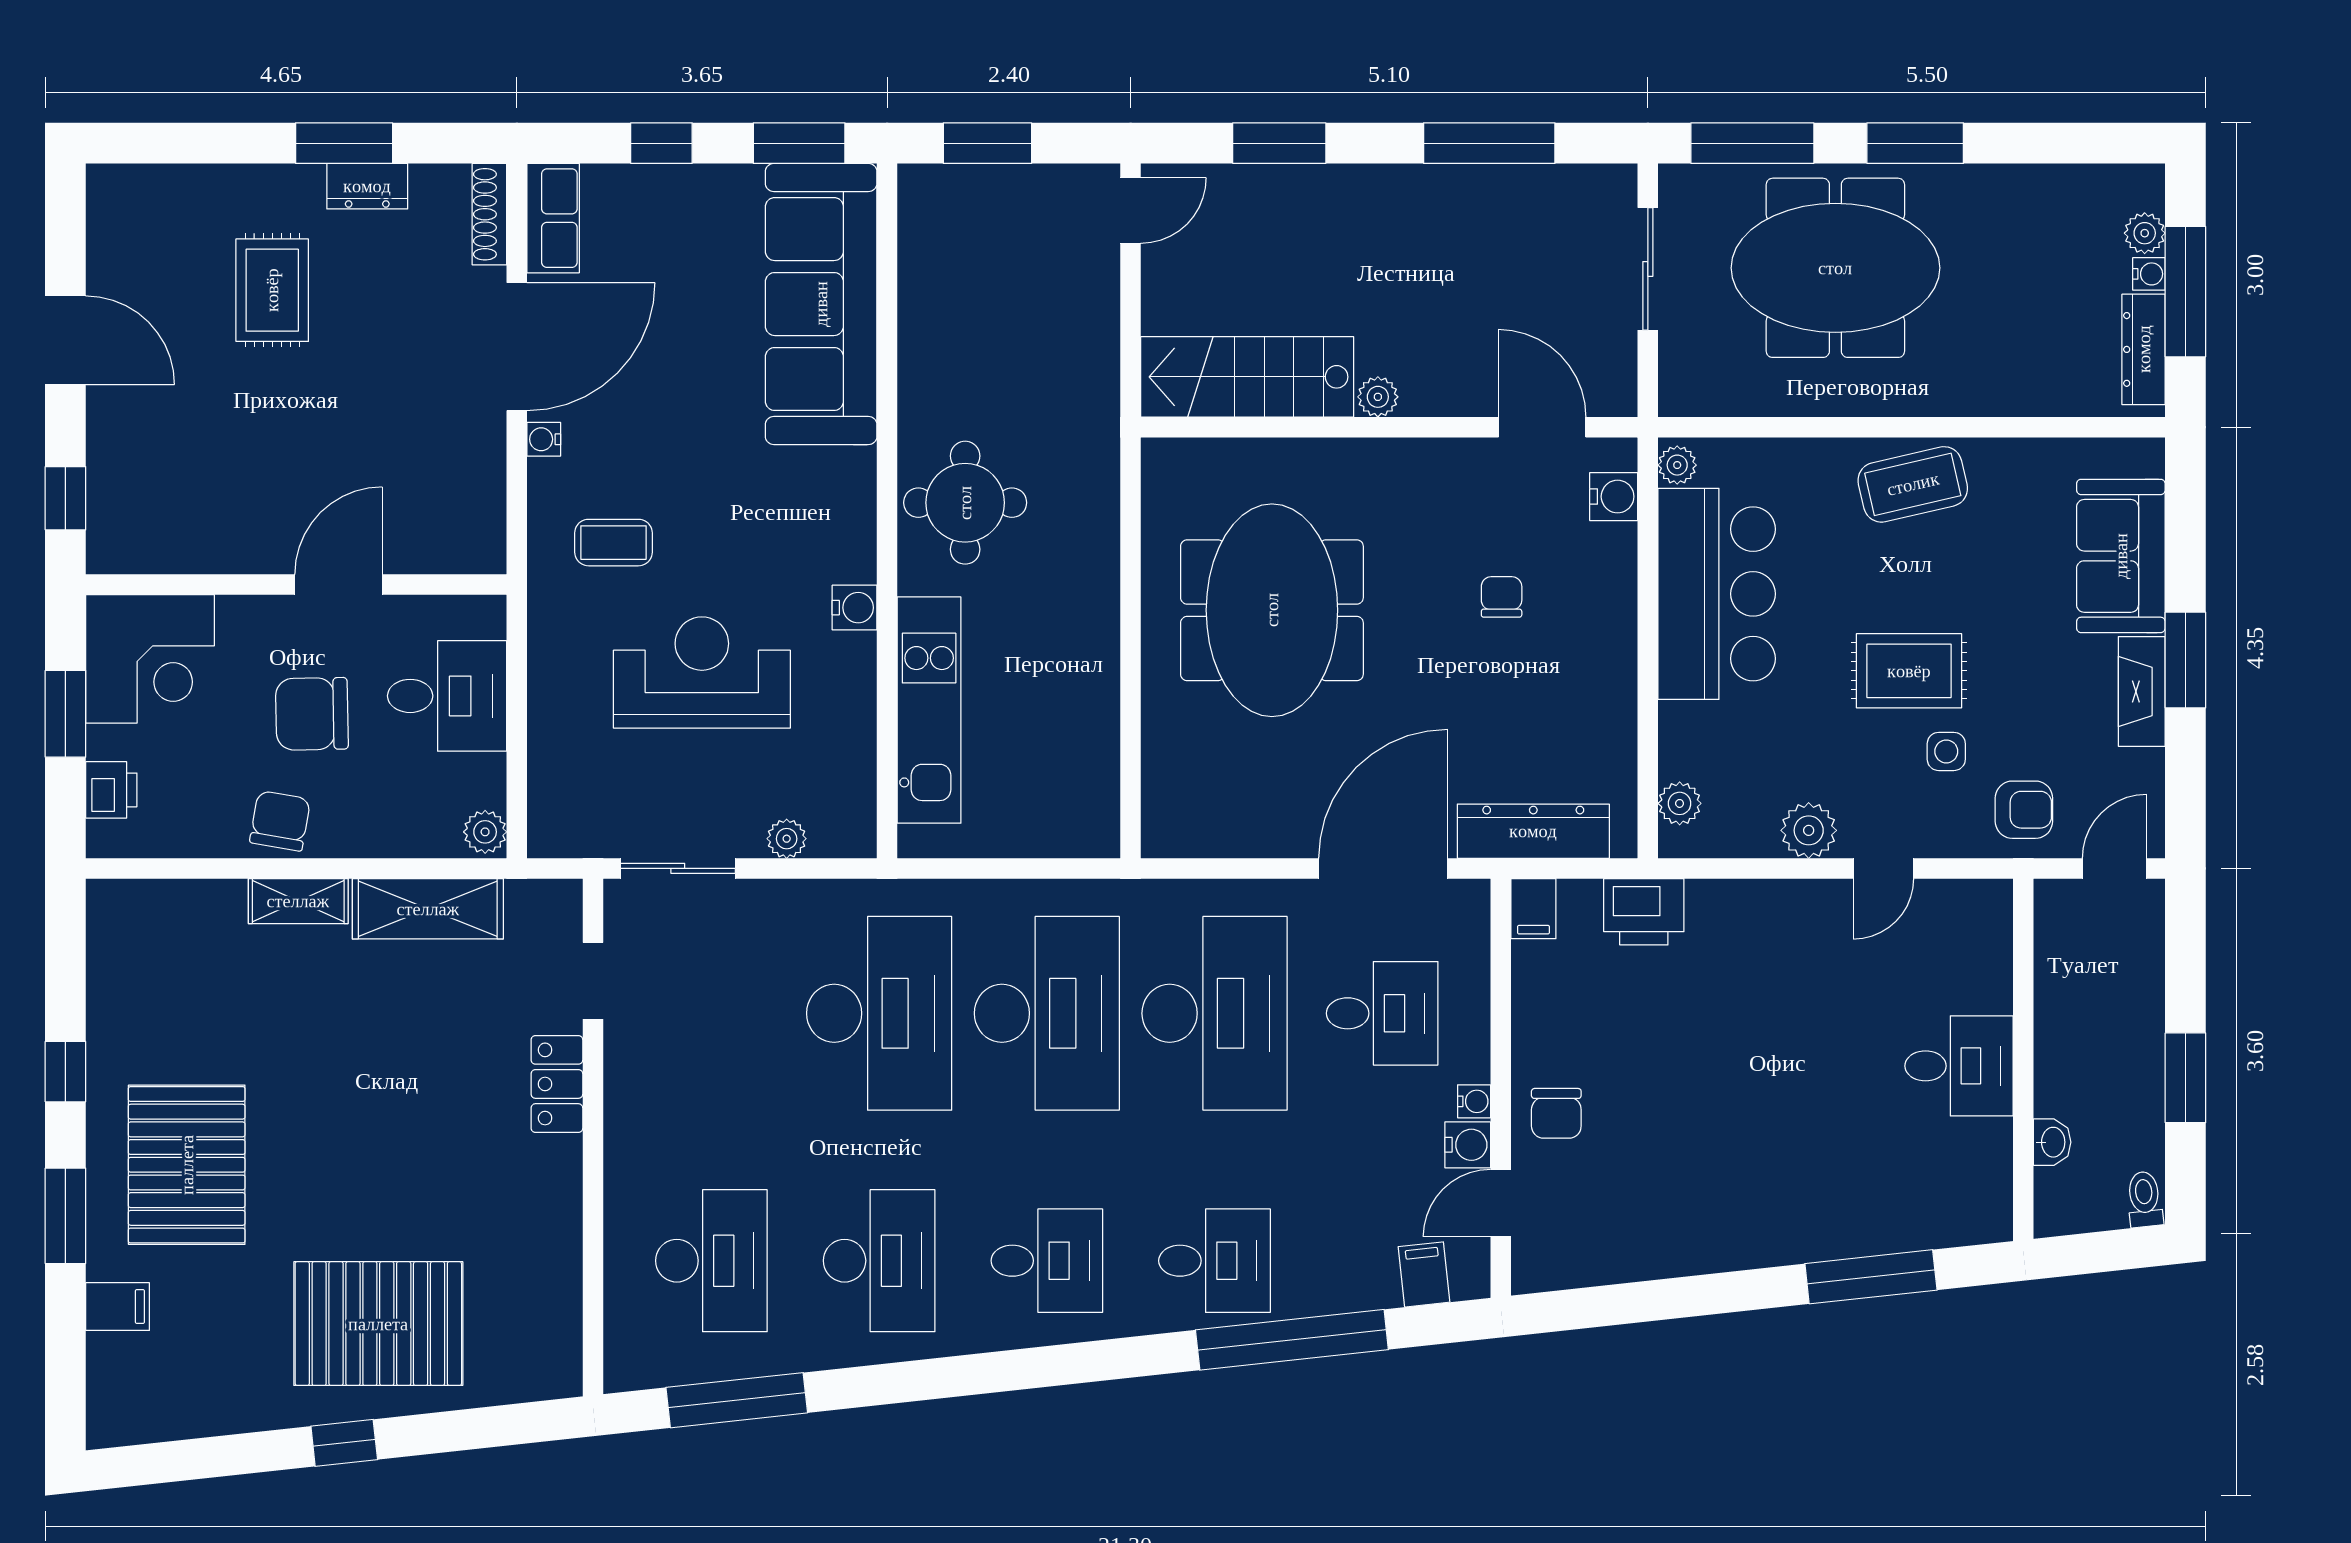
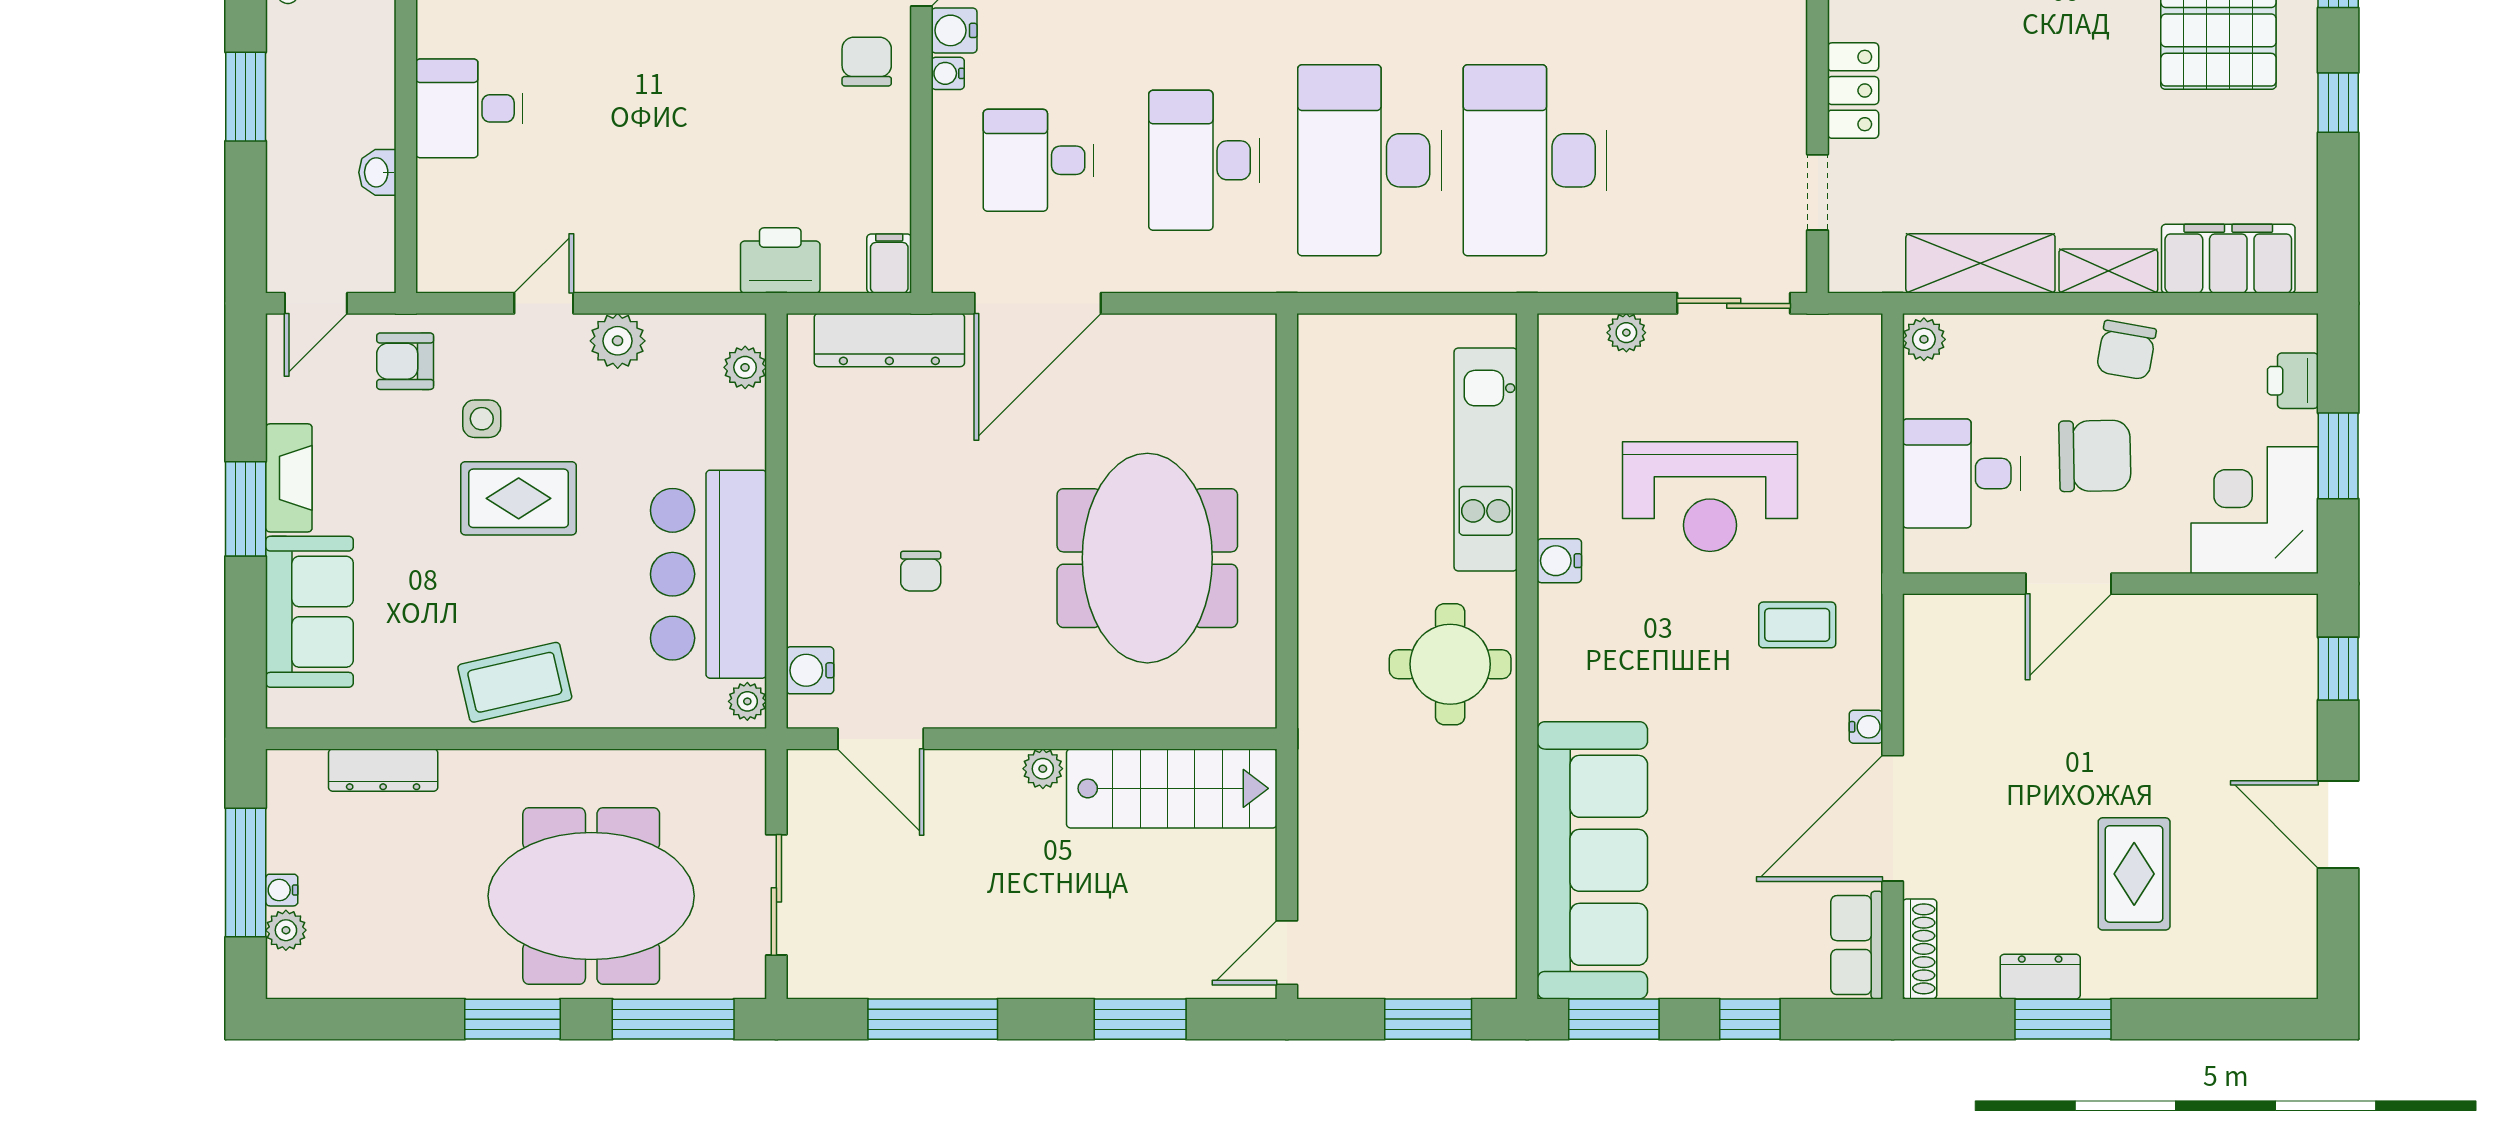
dresser: (2144, 349) -> (383, 770), moved, turned 90
filing cabinet: (177, 914) -> (2228, 259), added
desk: (1215, 1013) -> (1204, 160), width x0.73, depth x0.77
washbasin: (2052, 1142) -> (377, 172), moved

